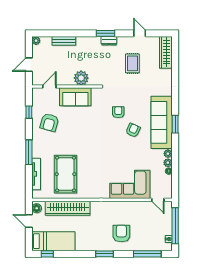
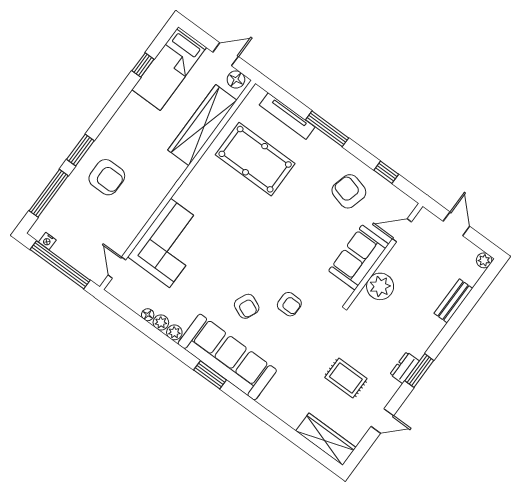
door: (49, 86) -> (402, 230), swing flipped
door: (158, 200) -> (117, 268), hinge flipped
window: (47, 254) -> (143, 65), moved
window: (105, 254) -> (80, 150), moved

